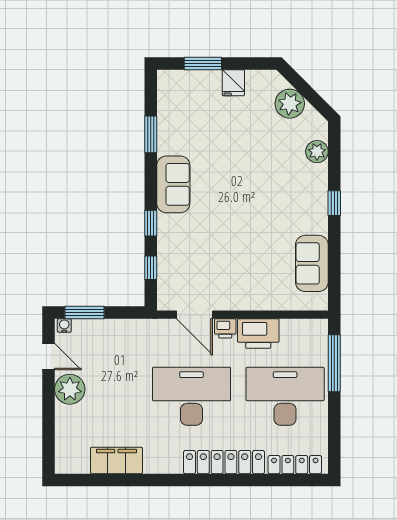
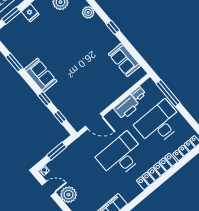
window: (84, 313) -> (57, 151), moved
printer: (225, 328) -> (138, 94), moved

